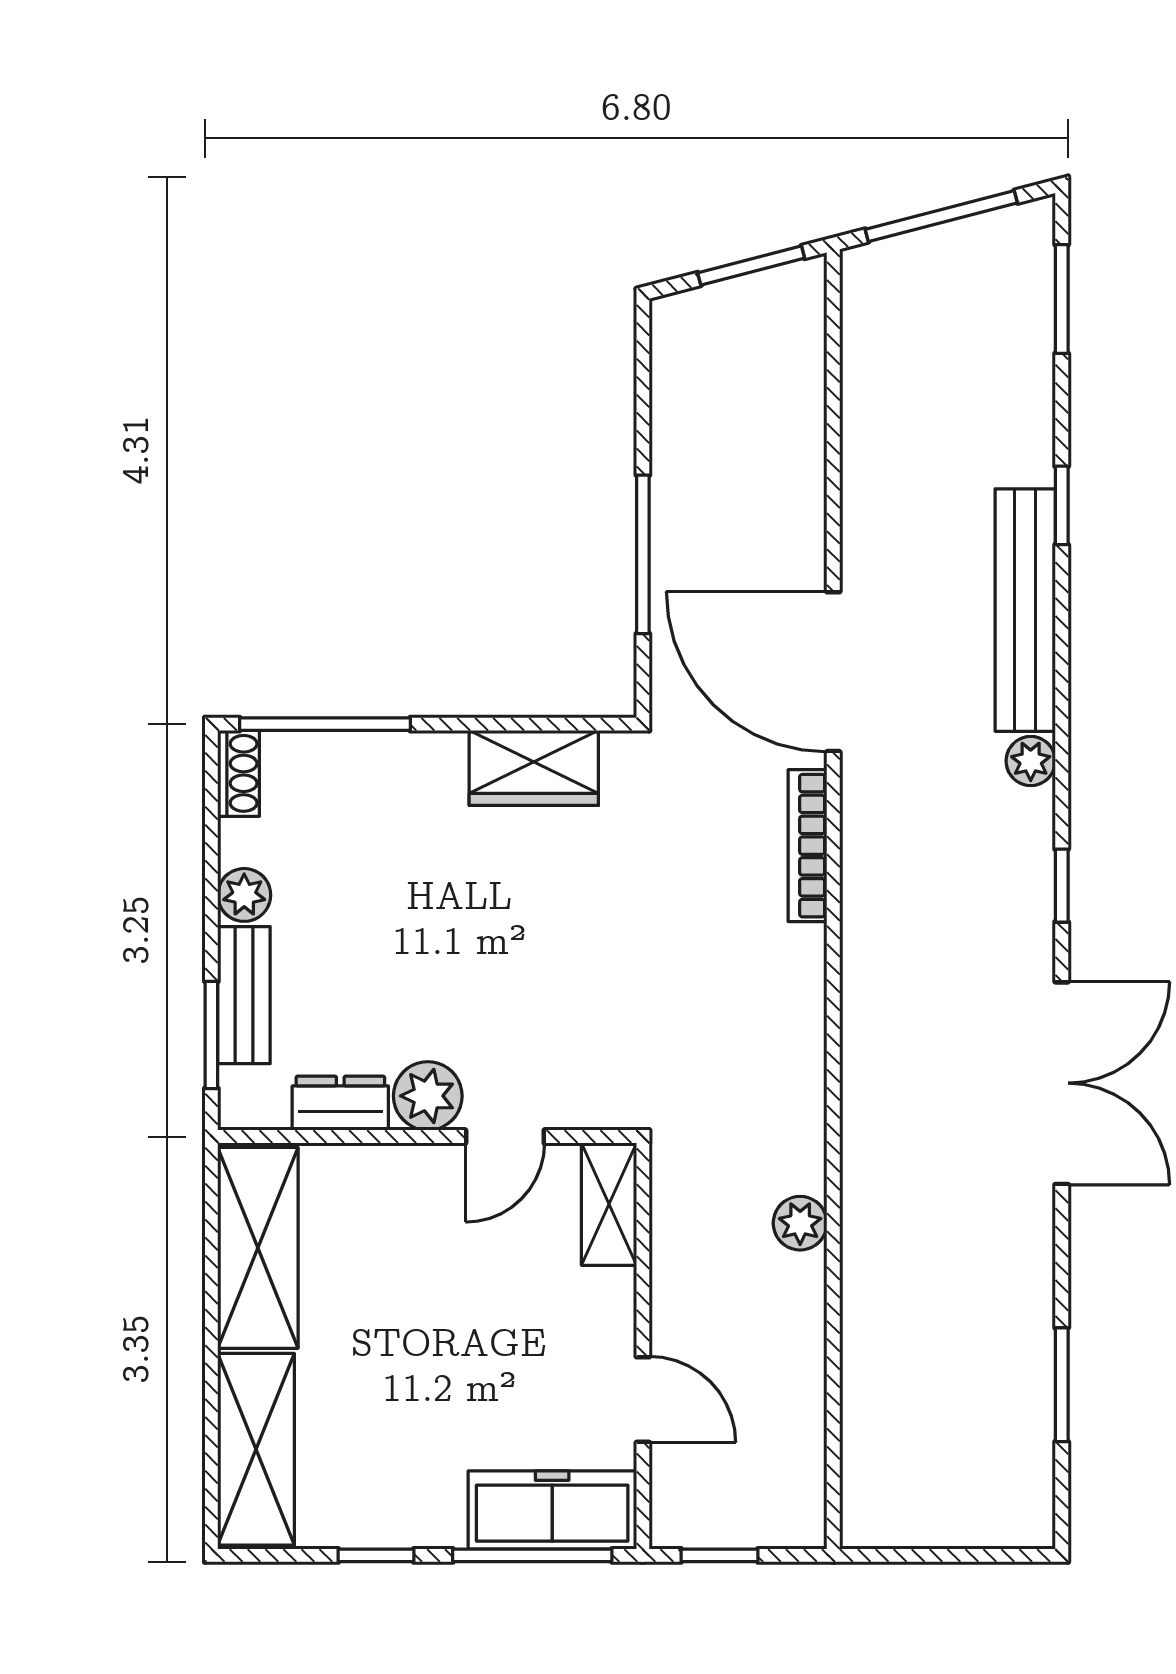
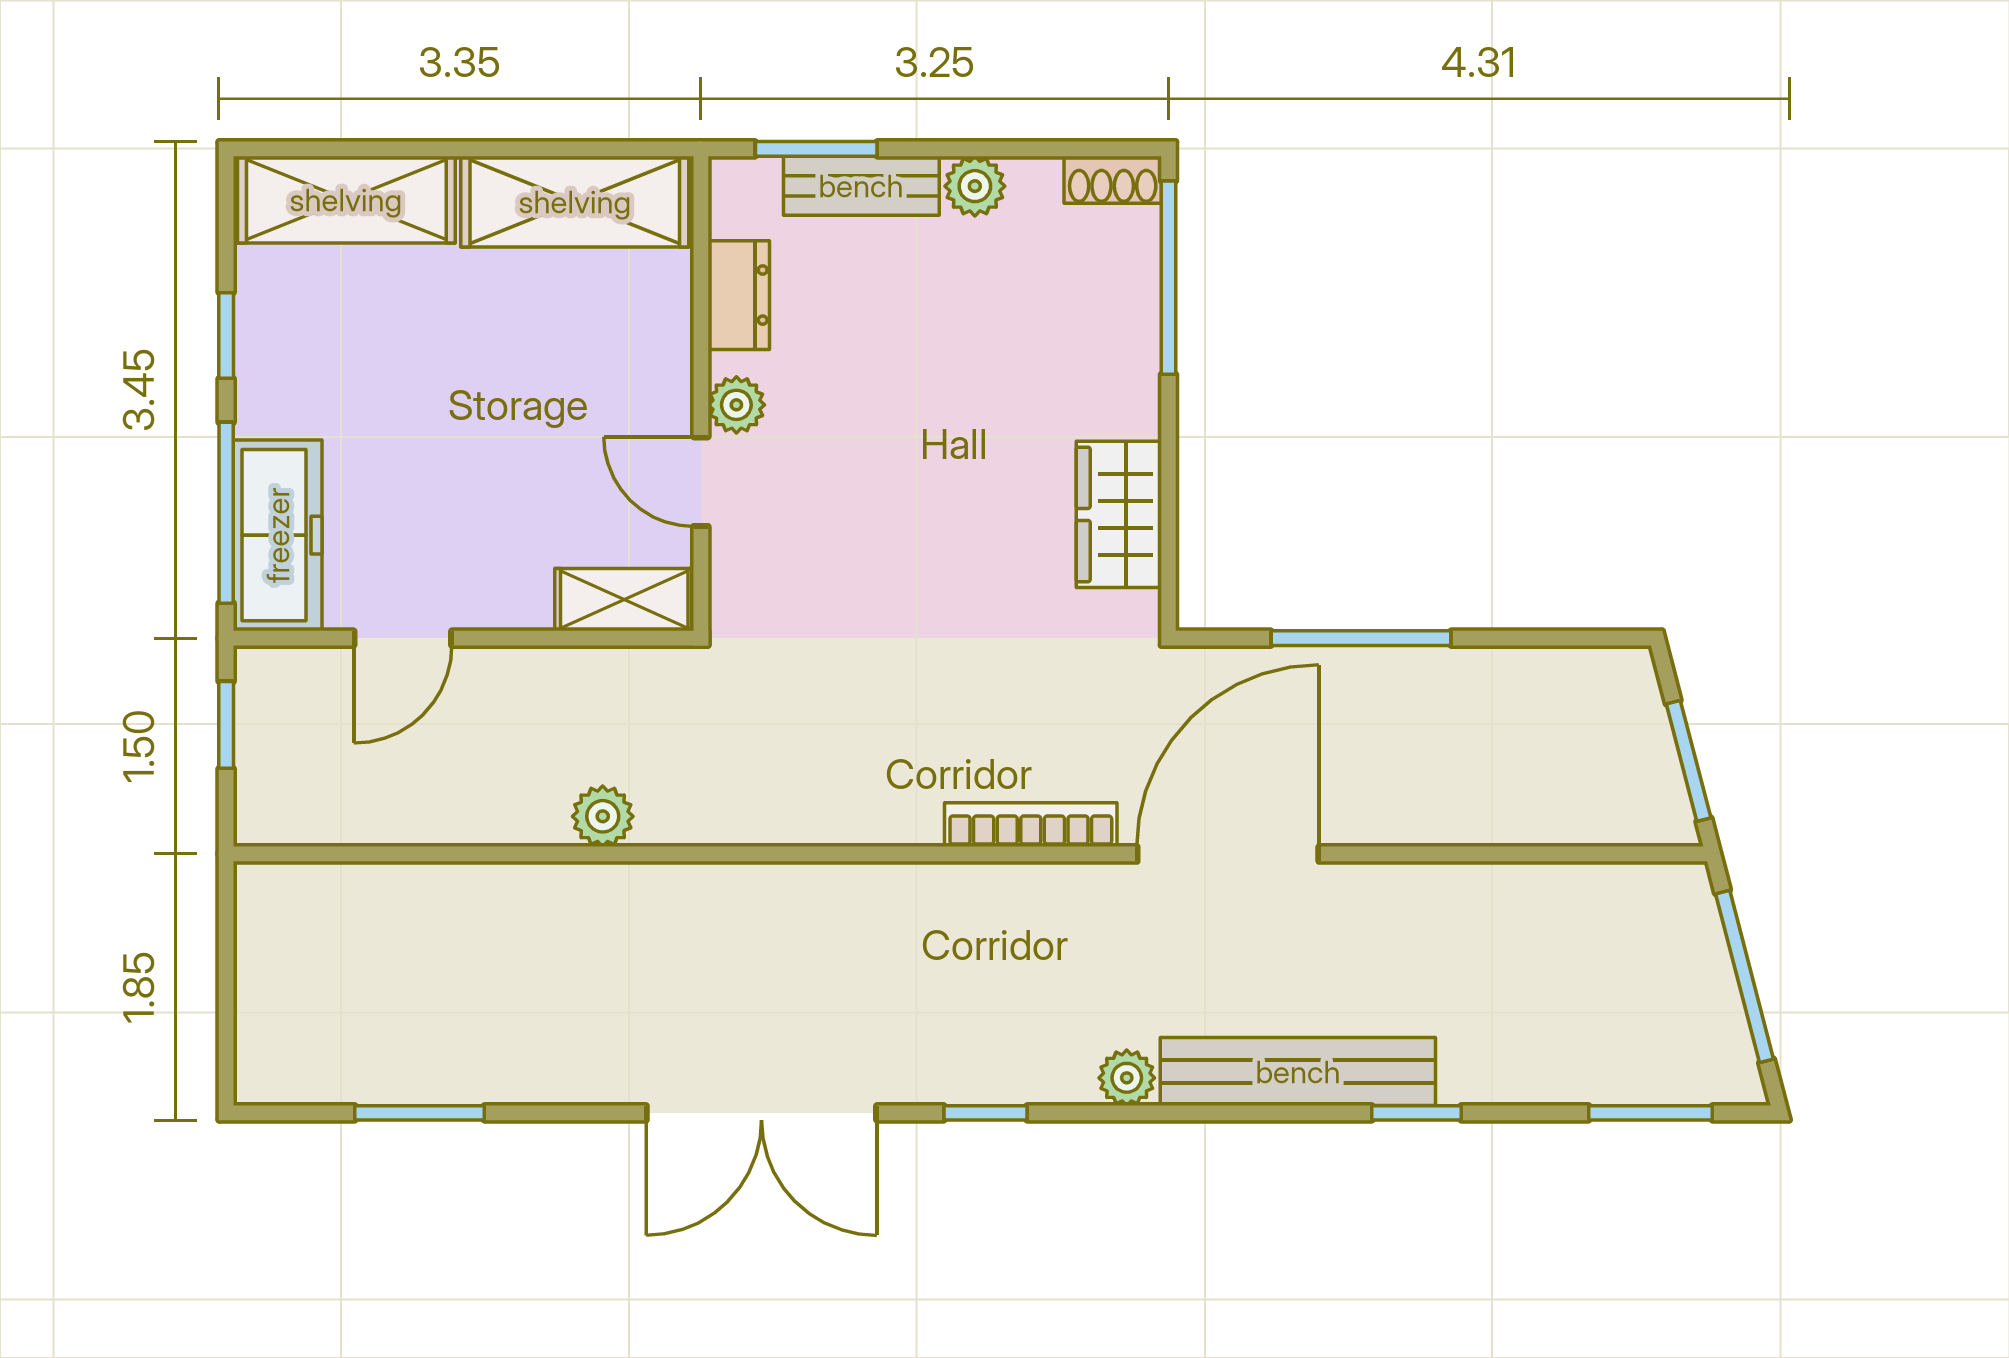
plant: (428, 1096) -> (736, 405), width x0.73, depth x0.73

